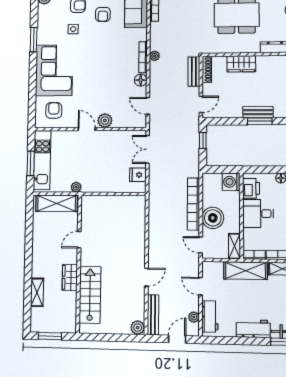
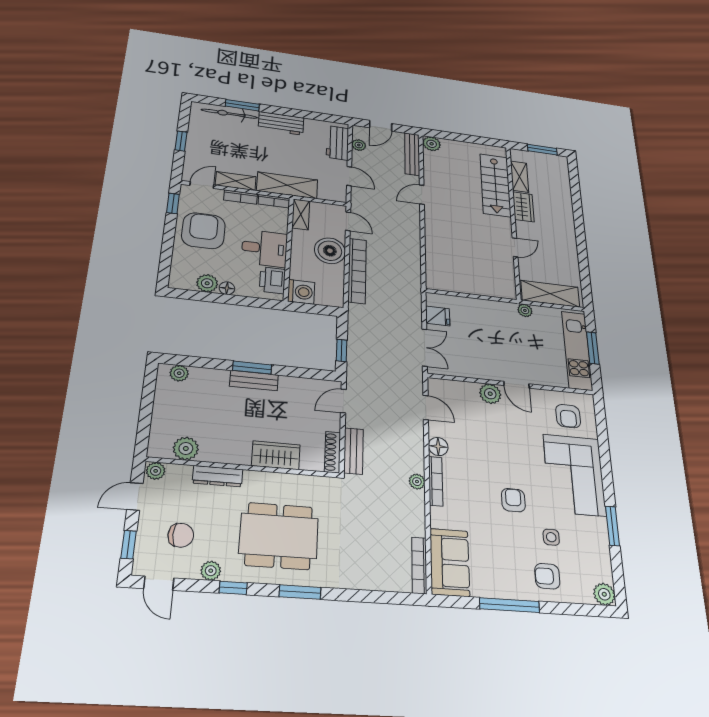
armchair: (103, 14) -> (513, 500), moved
shelving: (37, 292) -> (520, 177), moved

